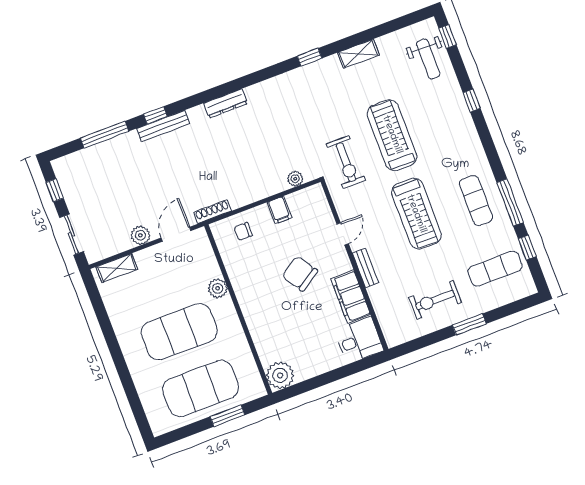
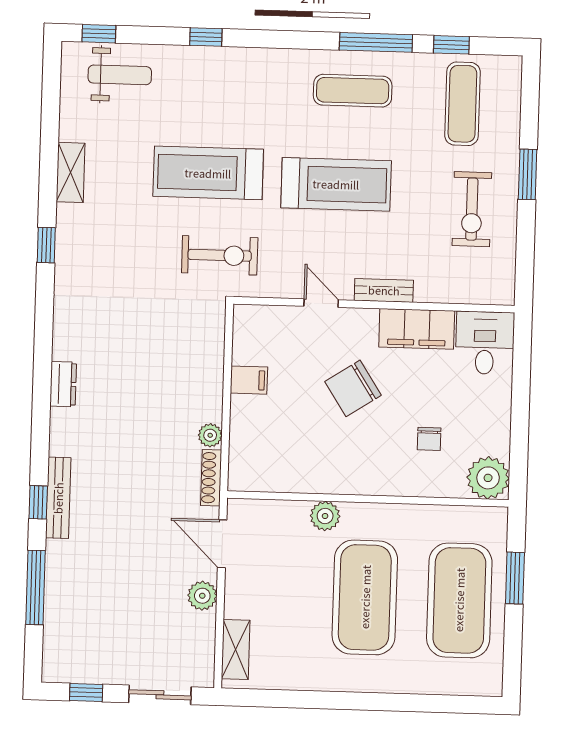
dresser: (226, 103) -> (63, 384), width x0.70
plant: (295, 179) -> (210, 435), moved
chair: (243, 231) -> (429, 439), moved

